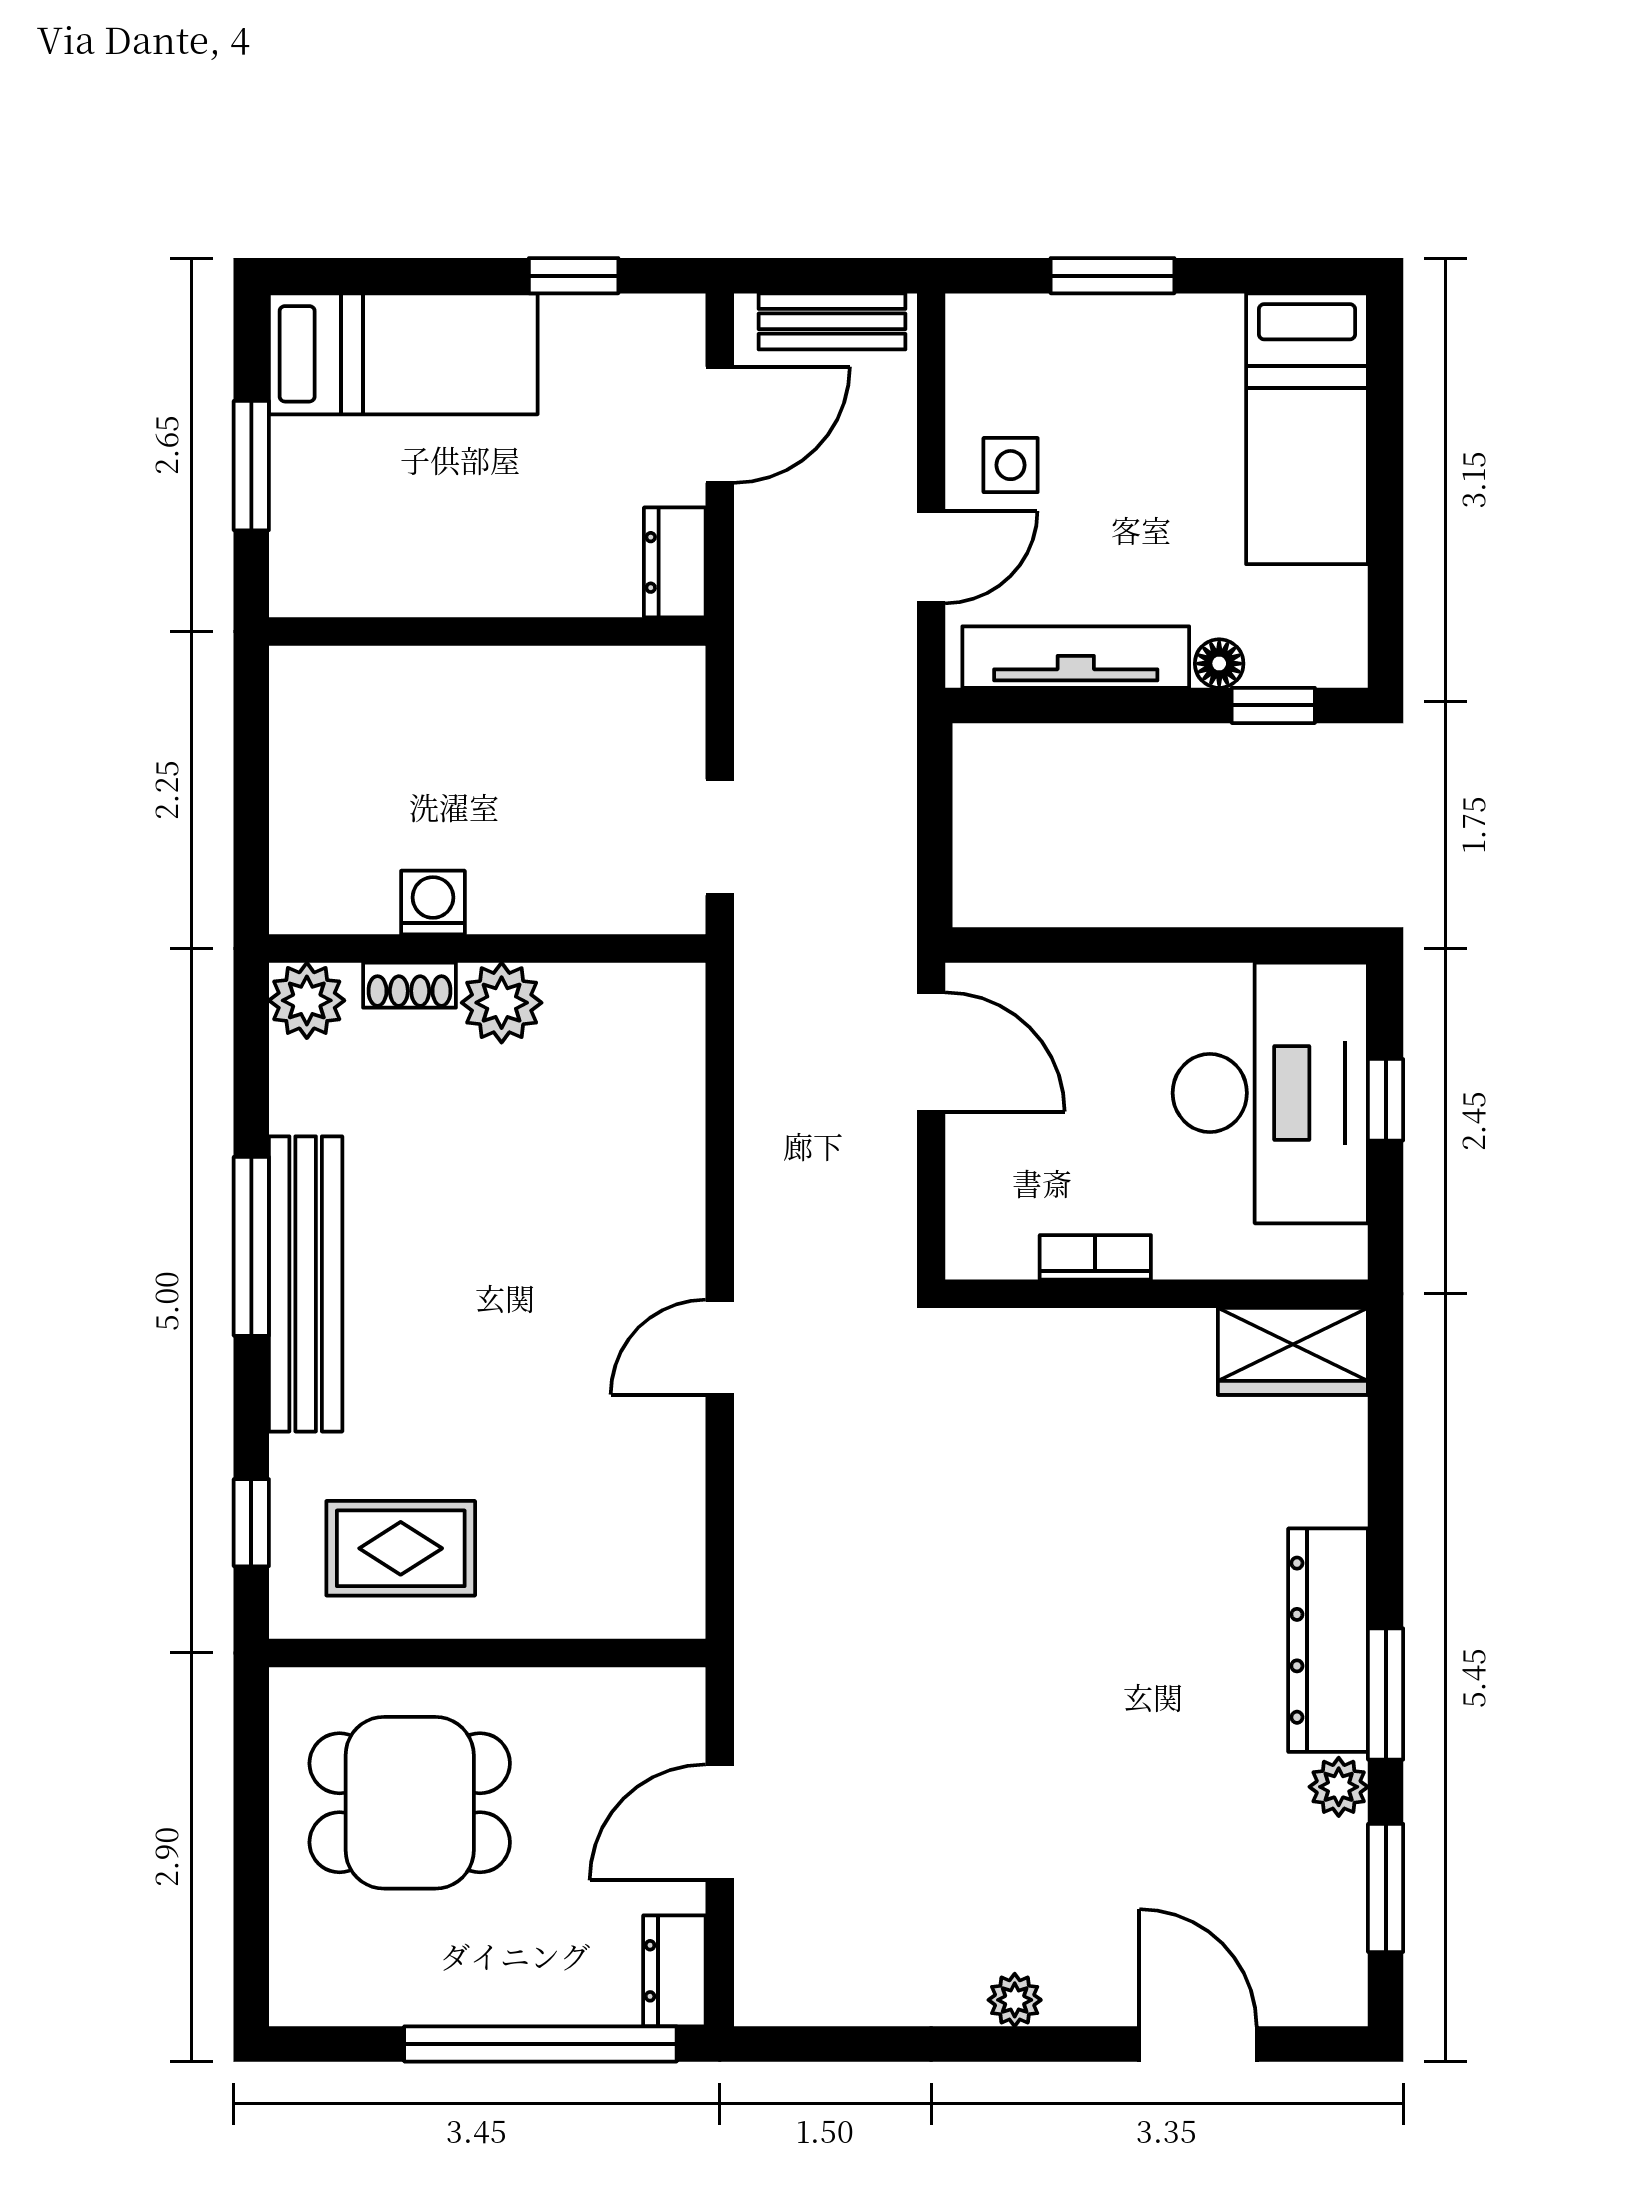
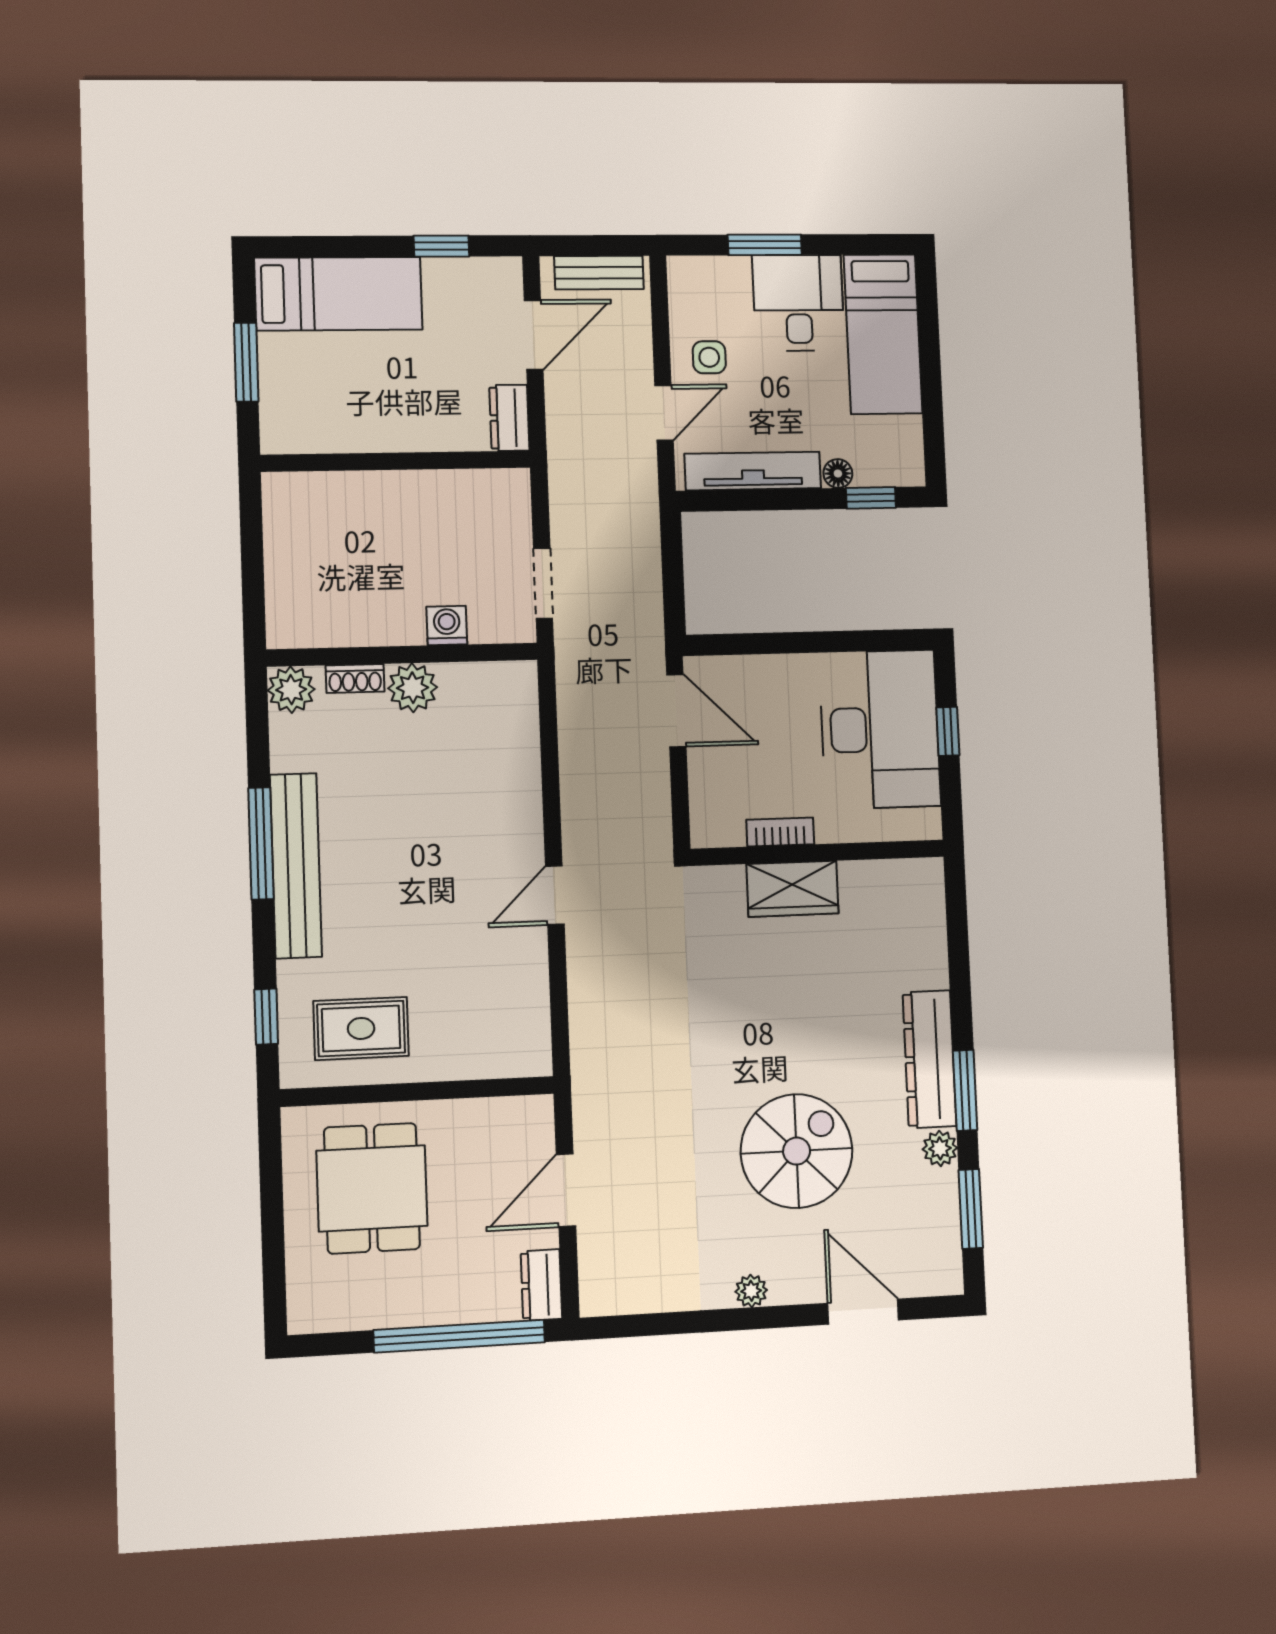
desk: (1165, 374) -> (798, 303), added
washing machine: (433, 903) -> (447, 626), moved
wardrobe: (1293, 1351) -> (792, 889), moved
spiral stairs: (1099, 1779) -> (797, 1151), added
dining table: (410, 1803) -> (372, 1188), turned 90

